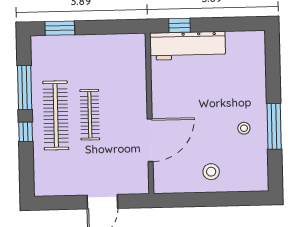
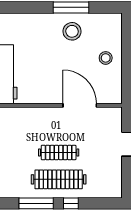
stool: (244, 128) -> (72, 31), width x1.89, depth x1.89

